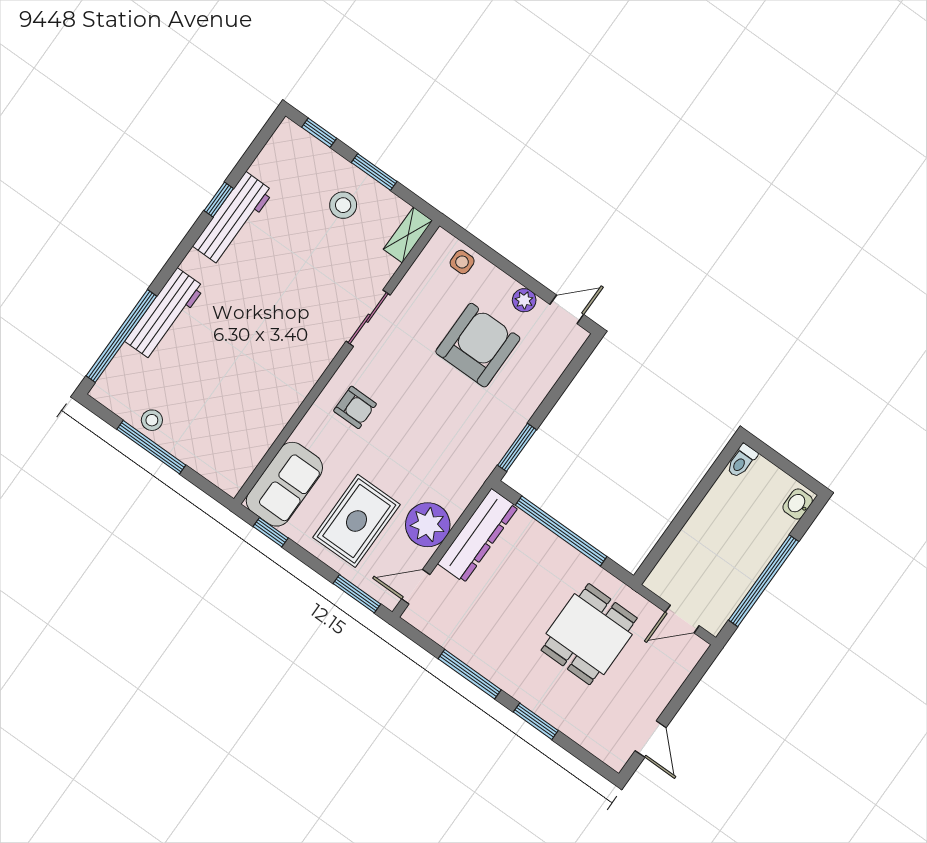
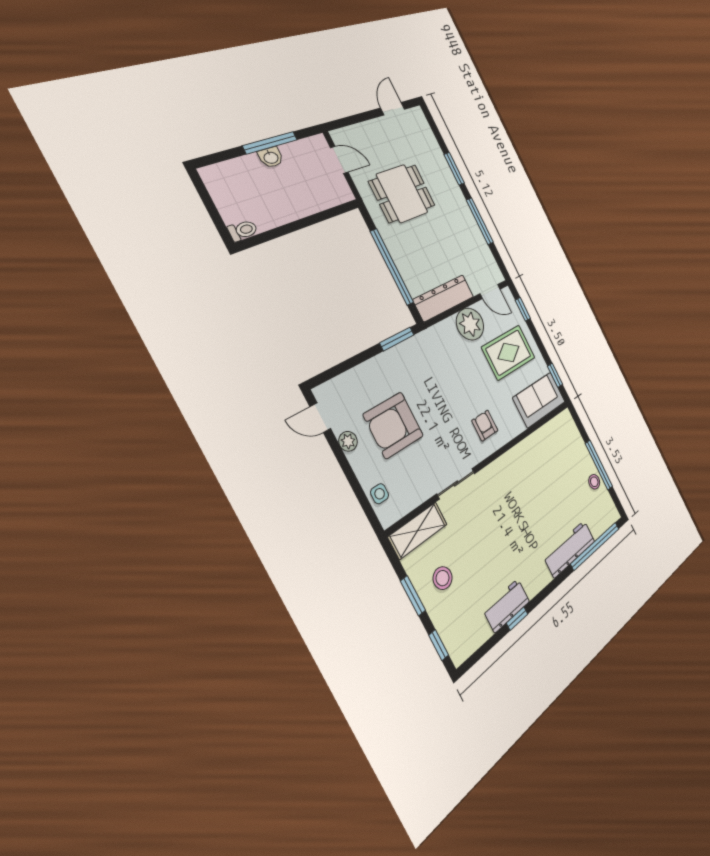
workbench: (233, 219) -> (506, 605), width x0.73
shelving: (408, 235) -> (418, 531), width x1.50, depth x1.33
washbasin: (798, 504) -> (271, 157), moved
window: (764, 581) -> (270, 143), width x0.68
window: (357, 594) -> (523, 309), width x0.67

